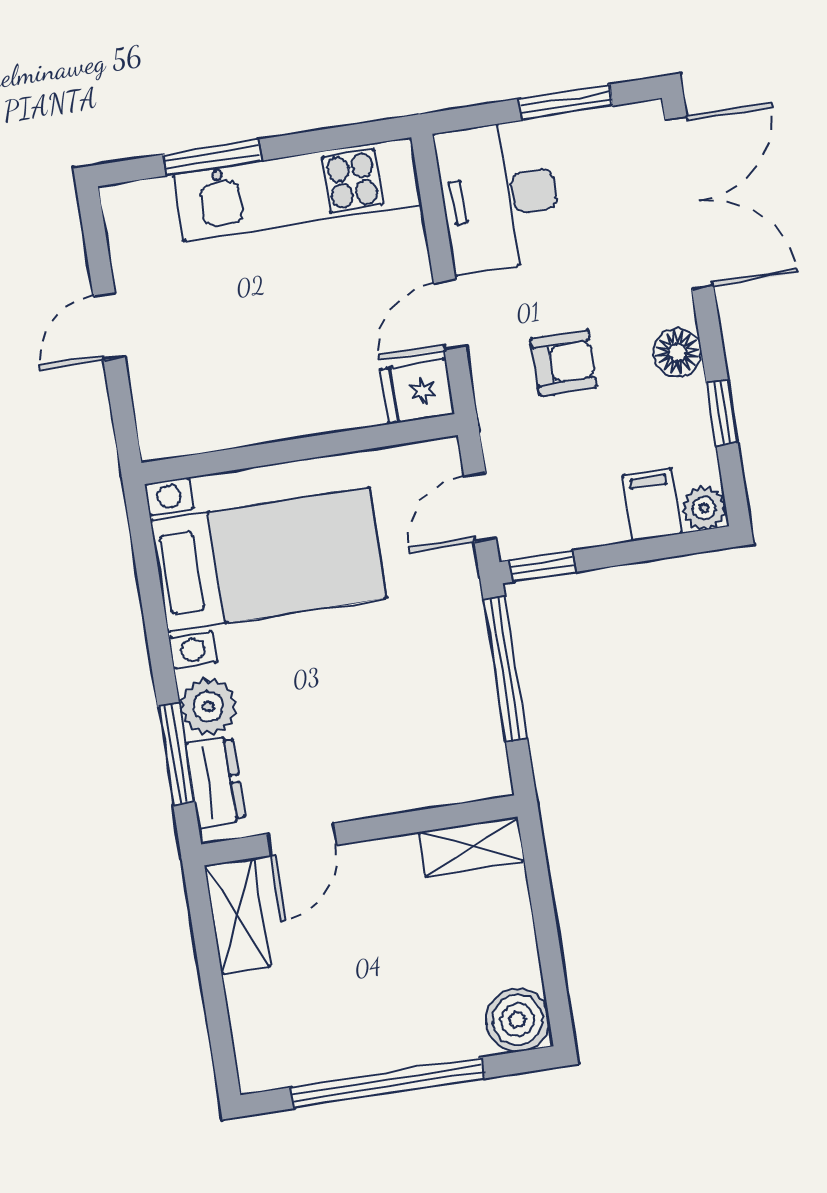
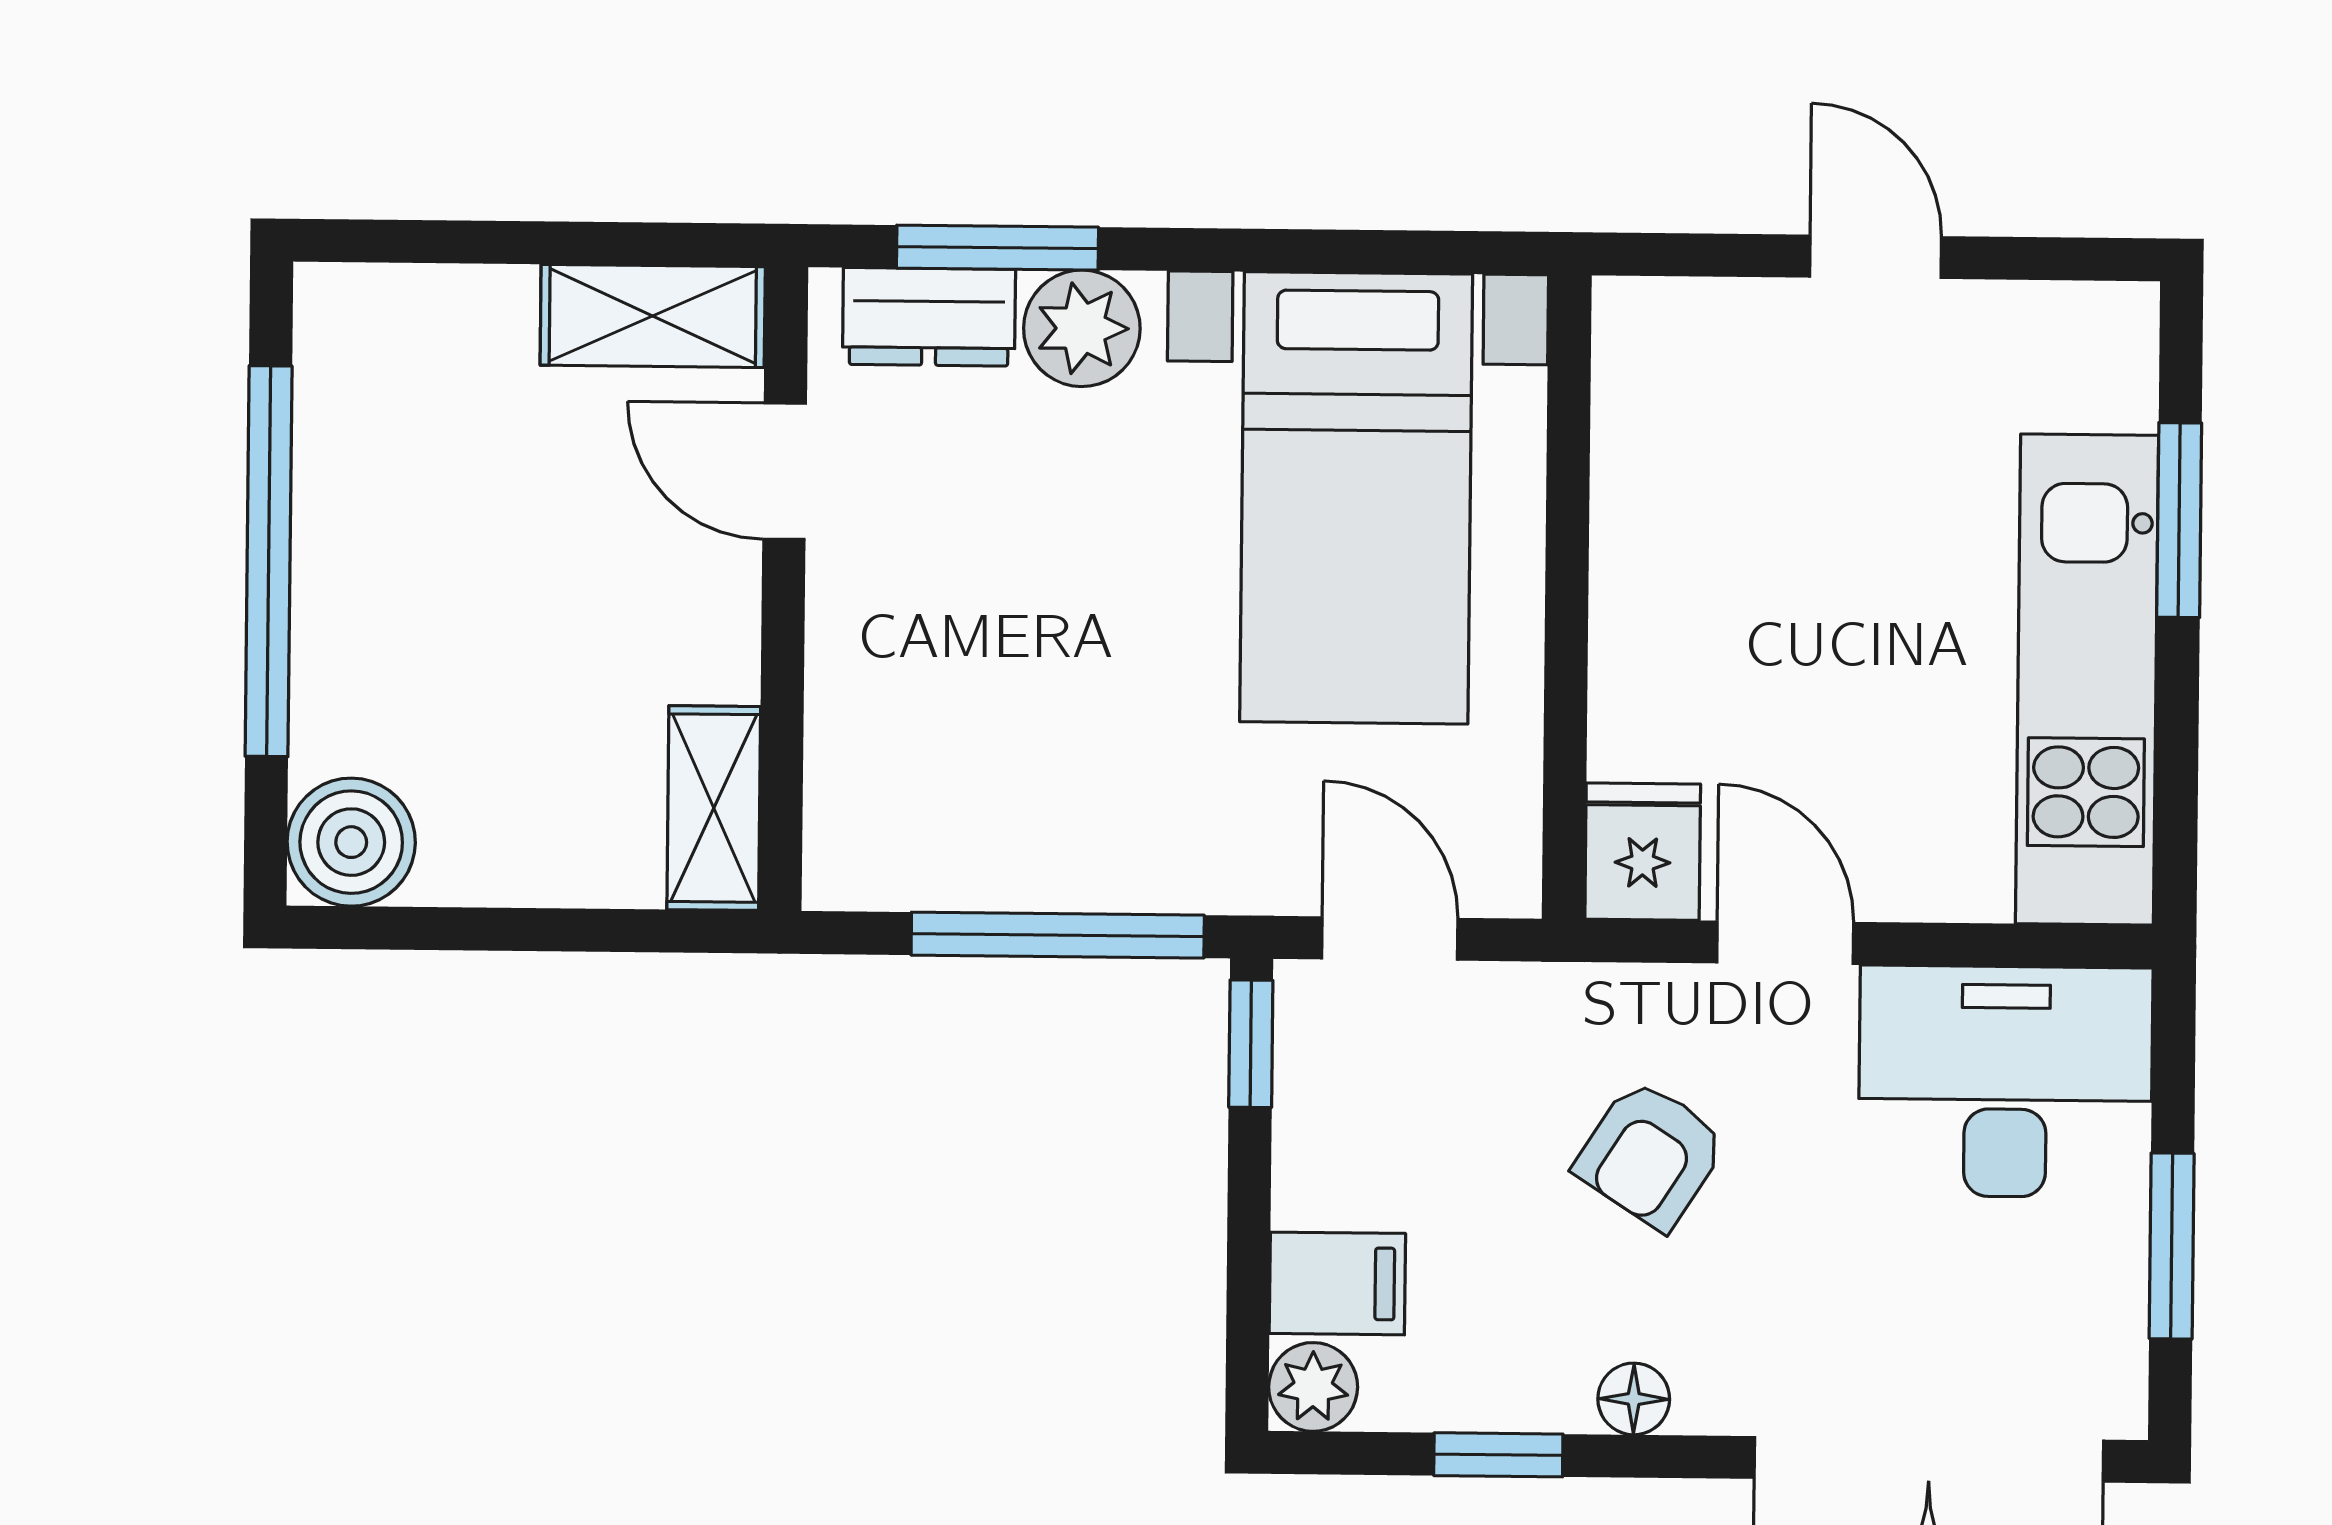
floor lamp: (677, 352) -> (1634, 1399), width x0.73, depth x0.73
armchair: (564, 363) -> (1651, 1154), turned 33

